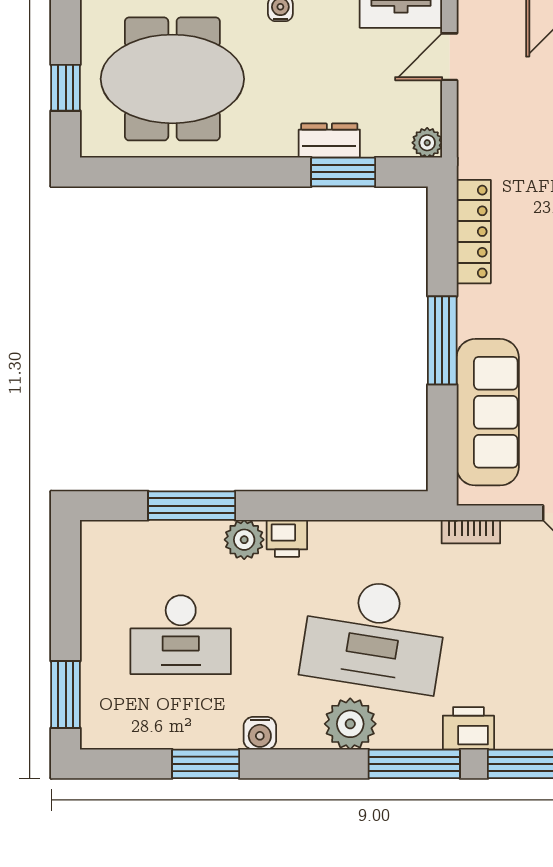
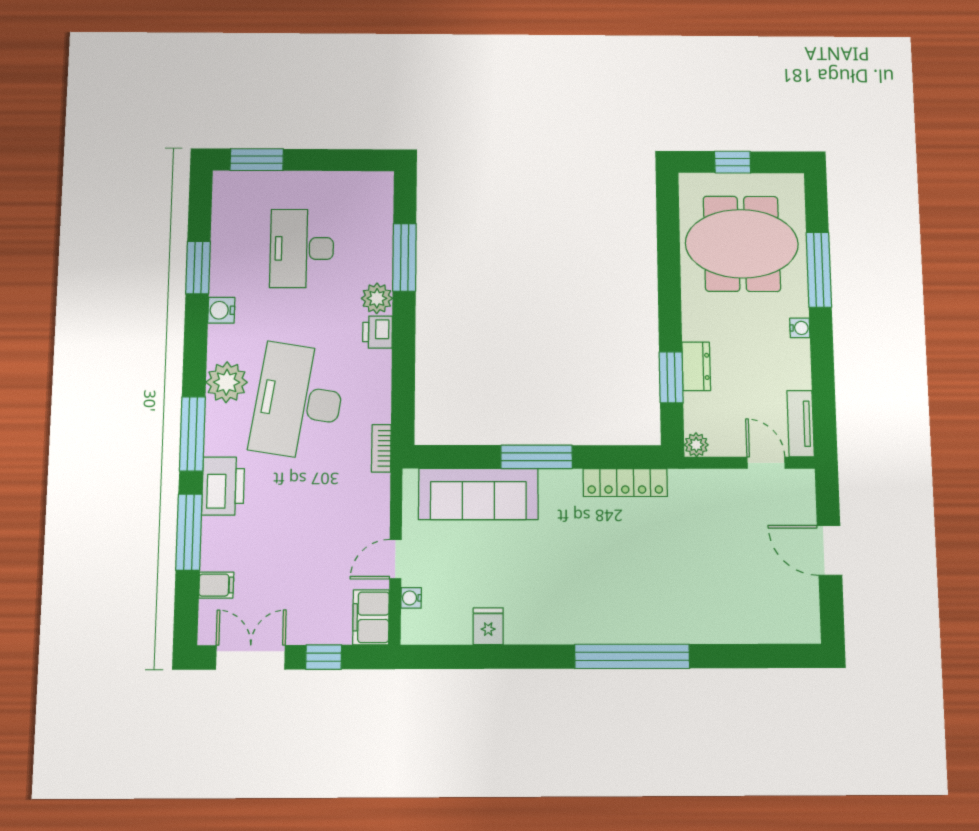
meeting table: (172, 79) -> (742, 244), turned 90
bookcase: (471, 532) -> (381, 448), moved
printer: (468, 728) -> (223, 486), width x1.37, depth x1.19

